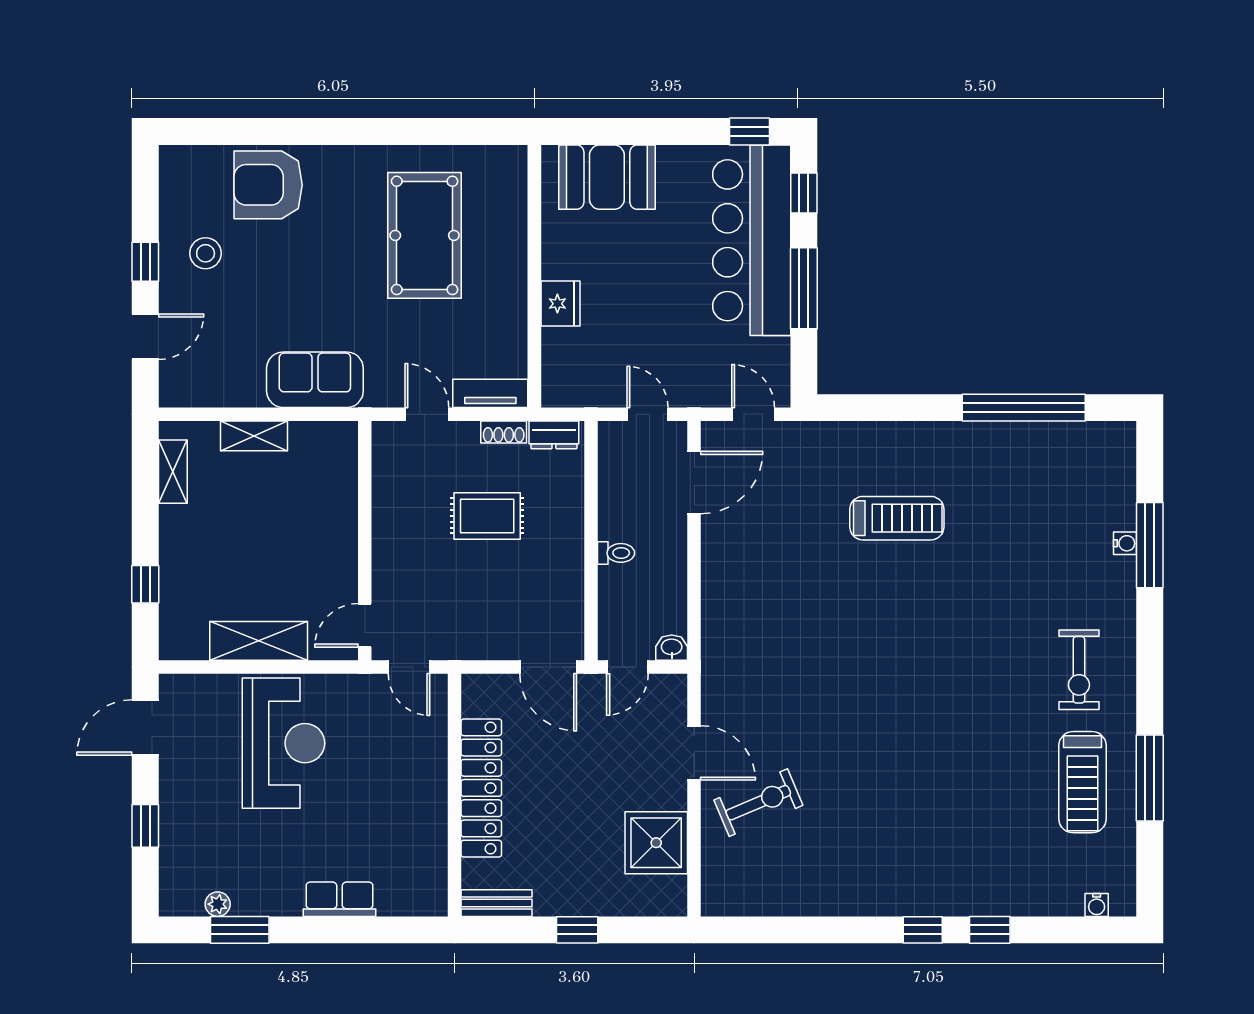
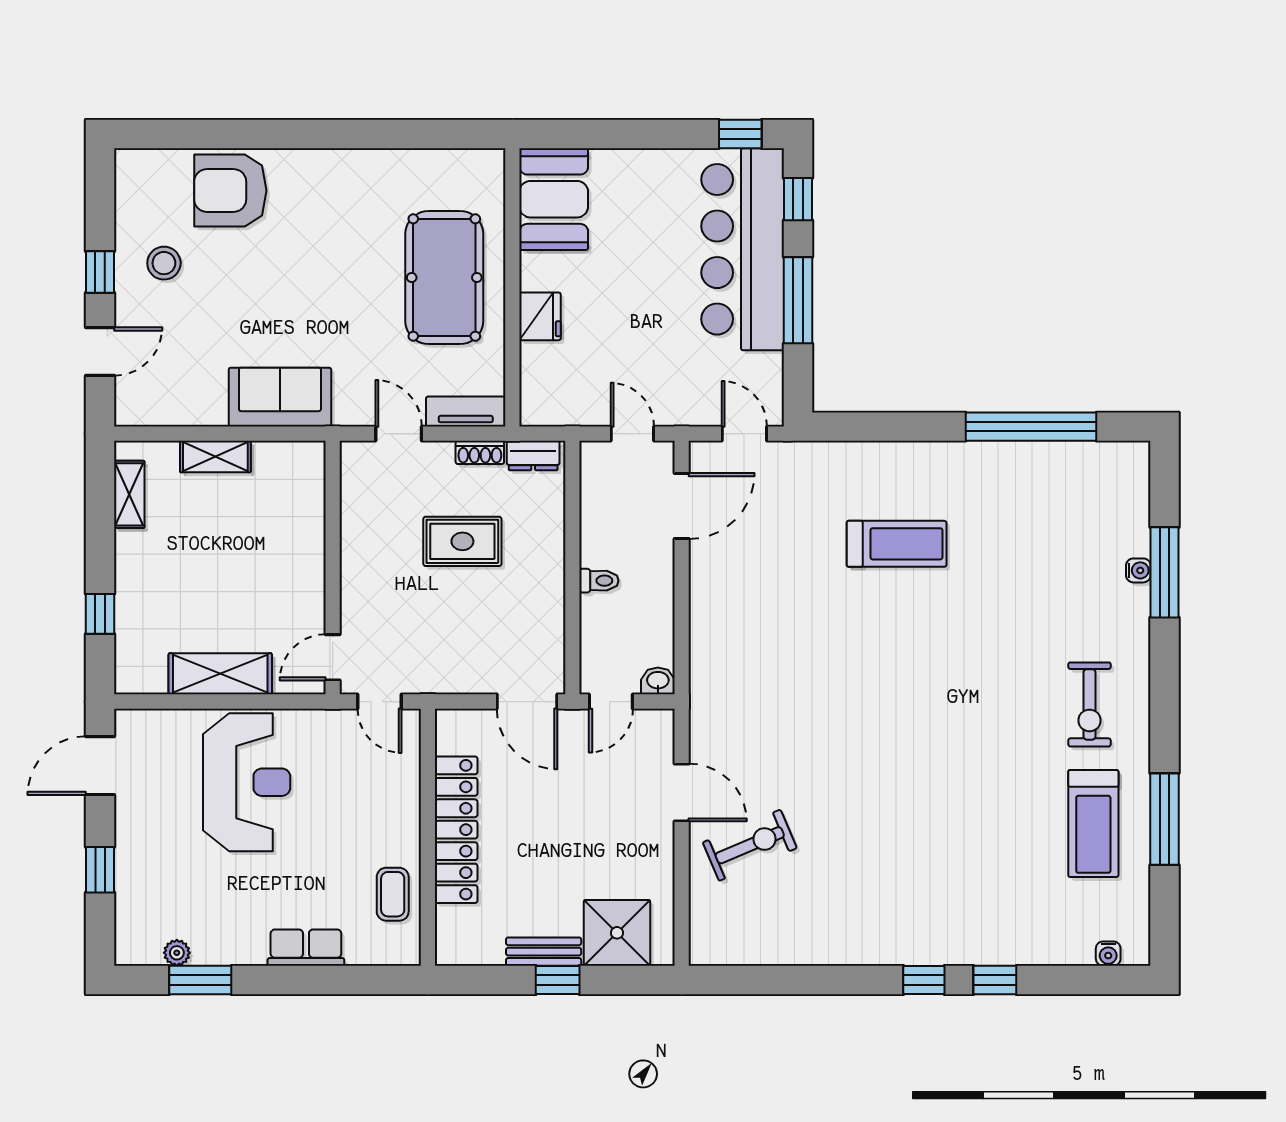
booth: (607, 177) -> (554, 199), moved, turned 90
pool table: (425, 235) -> (444, 278), moved
shower: (656, 843) -> (617, 933), moved
coffee table: (421, 849) -> (393, 894), added
bench: (497, 903) -> (544, 952), moved

